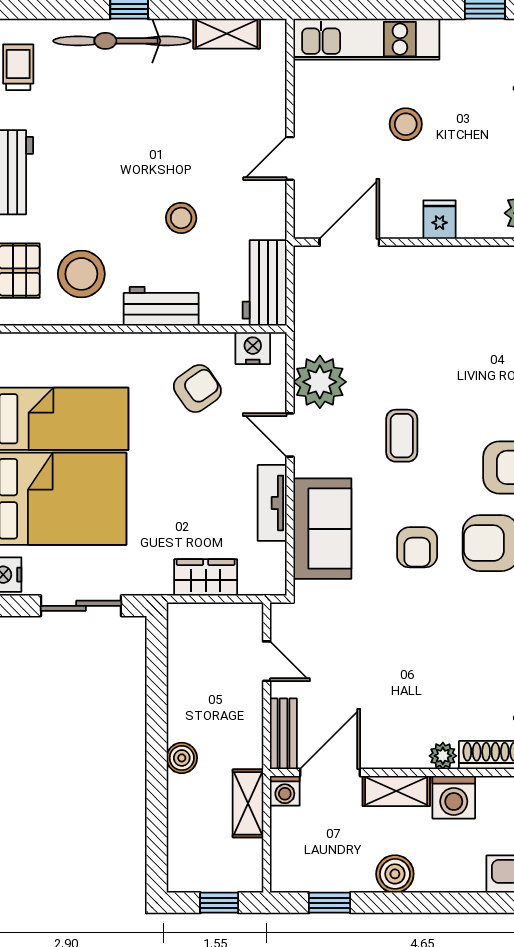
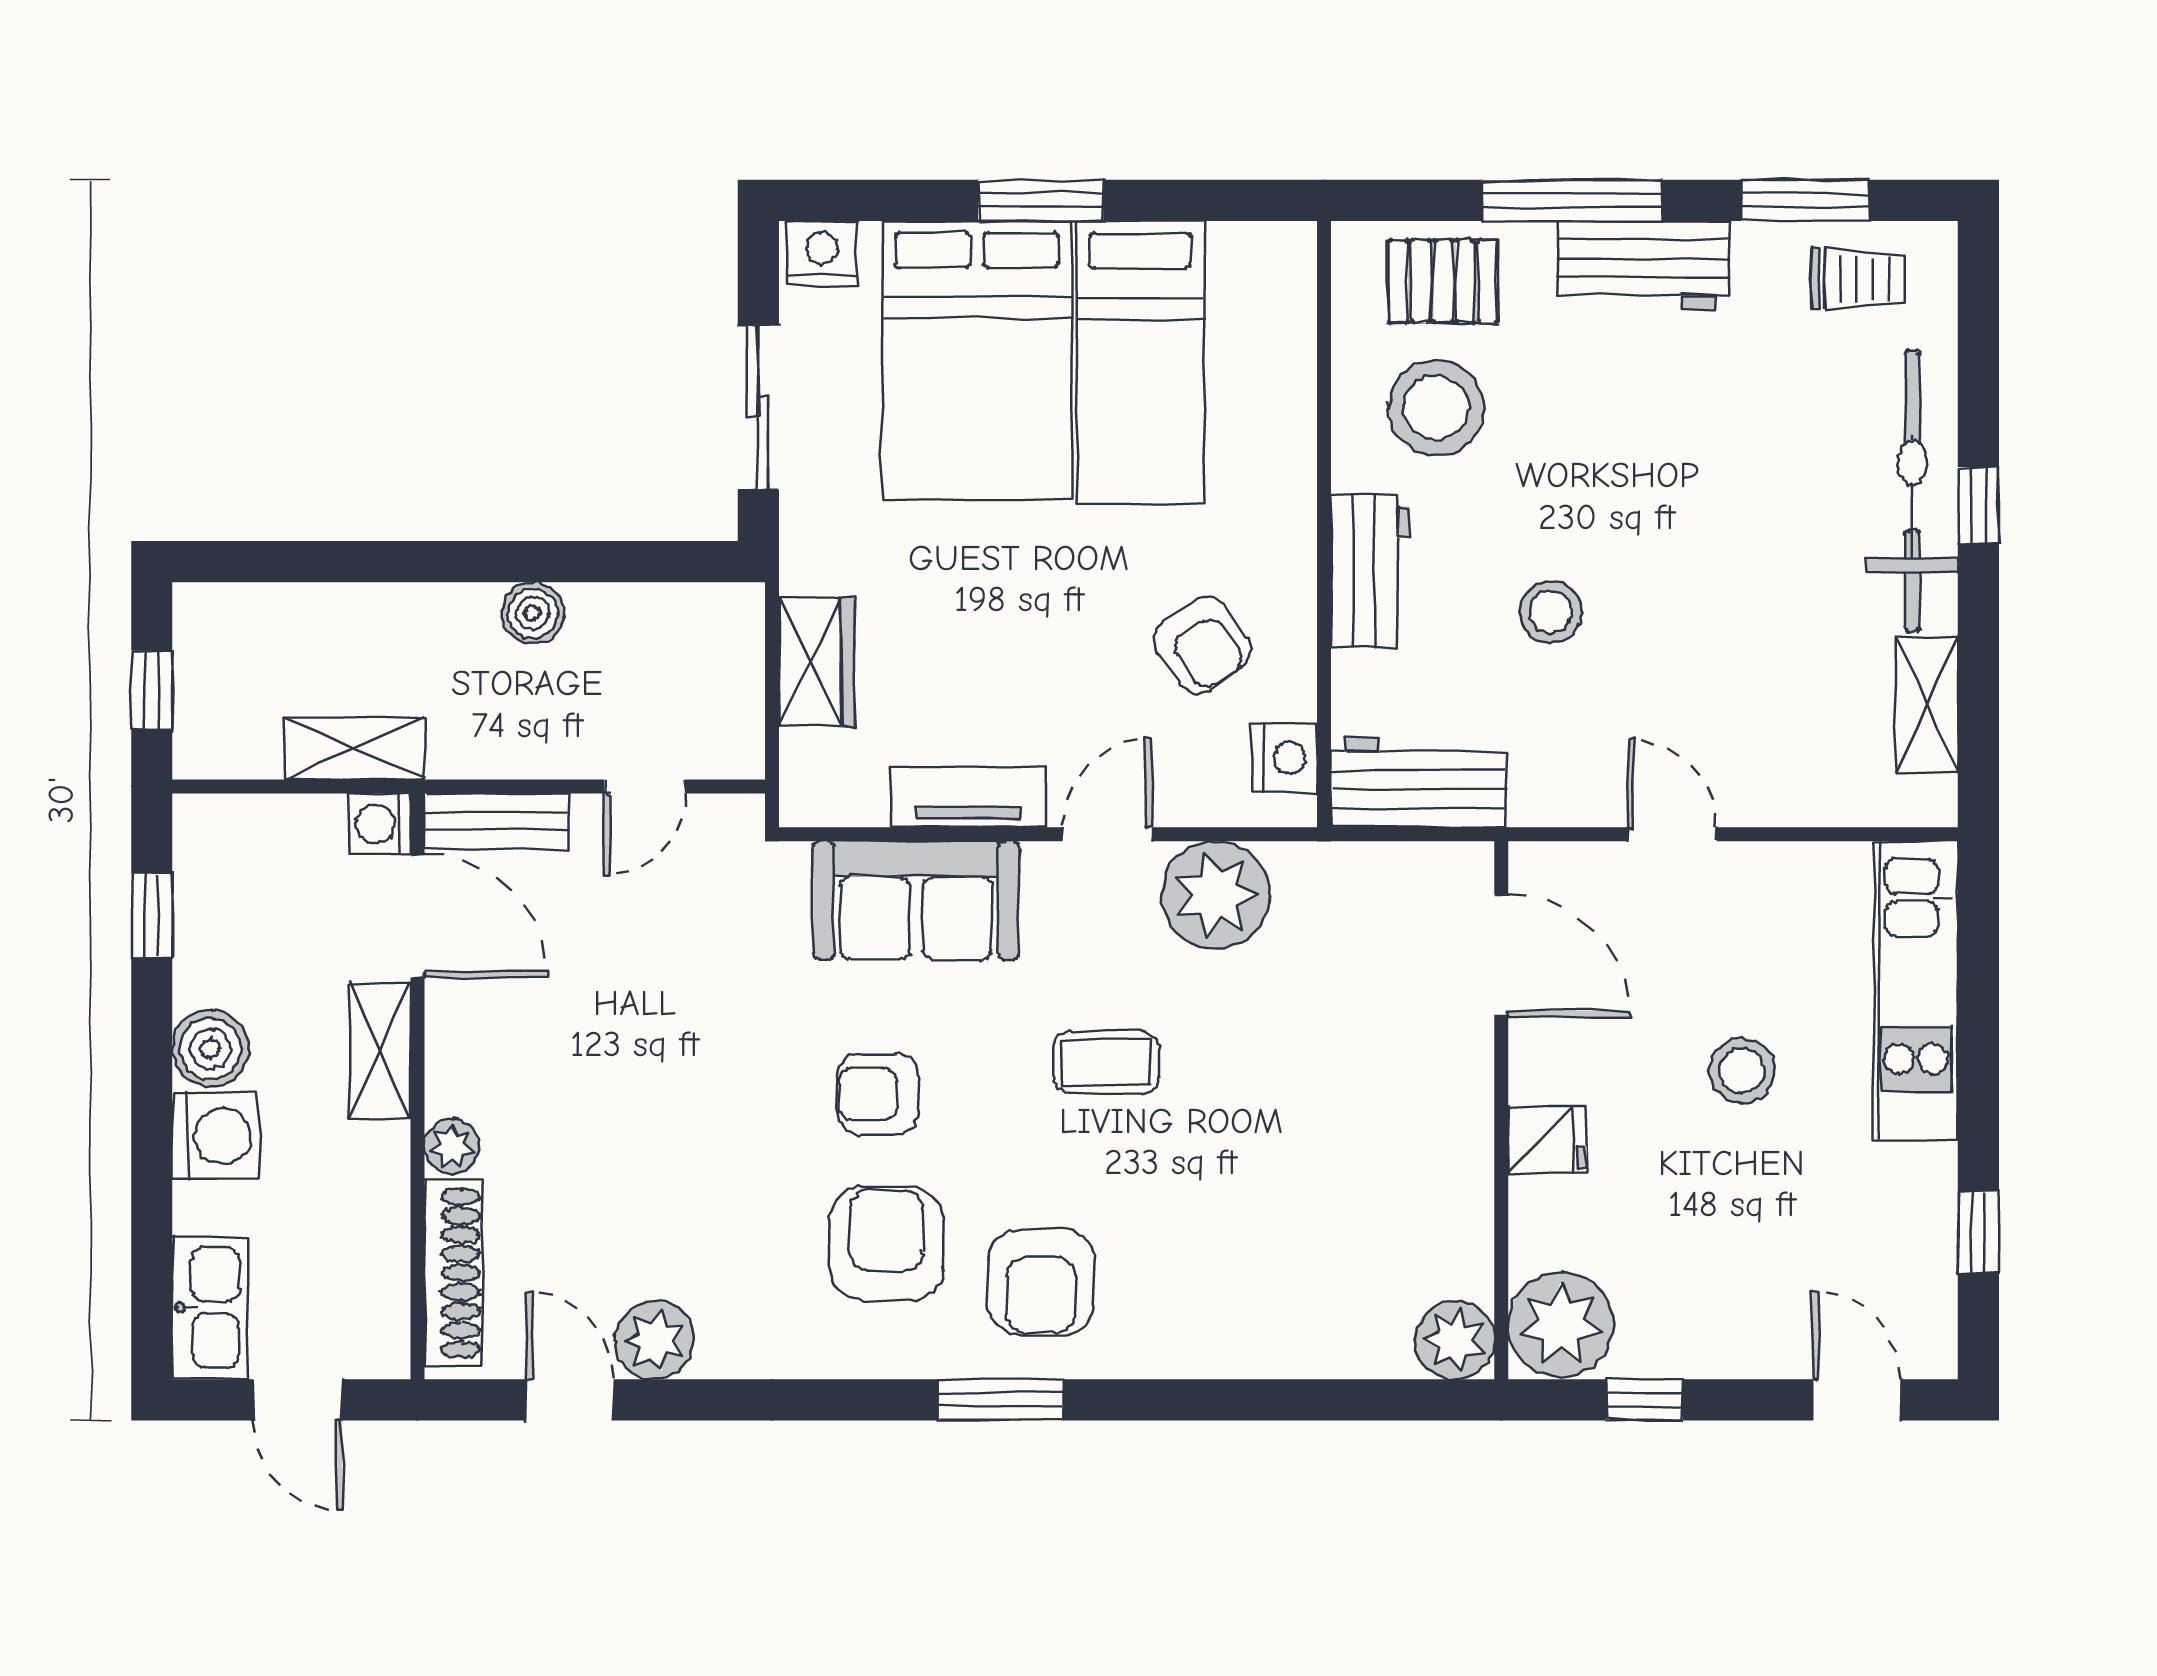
boiler: (182, 758) -> (533, 613), moved
washing machine: (454, 797) -> (216, 1136), moved, turned 180

